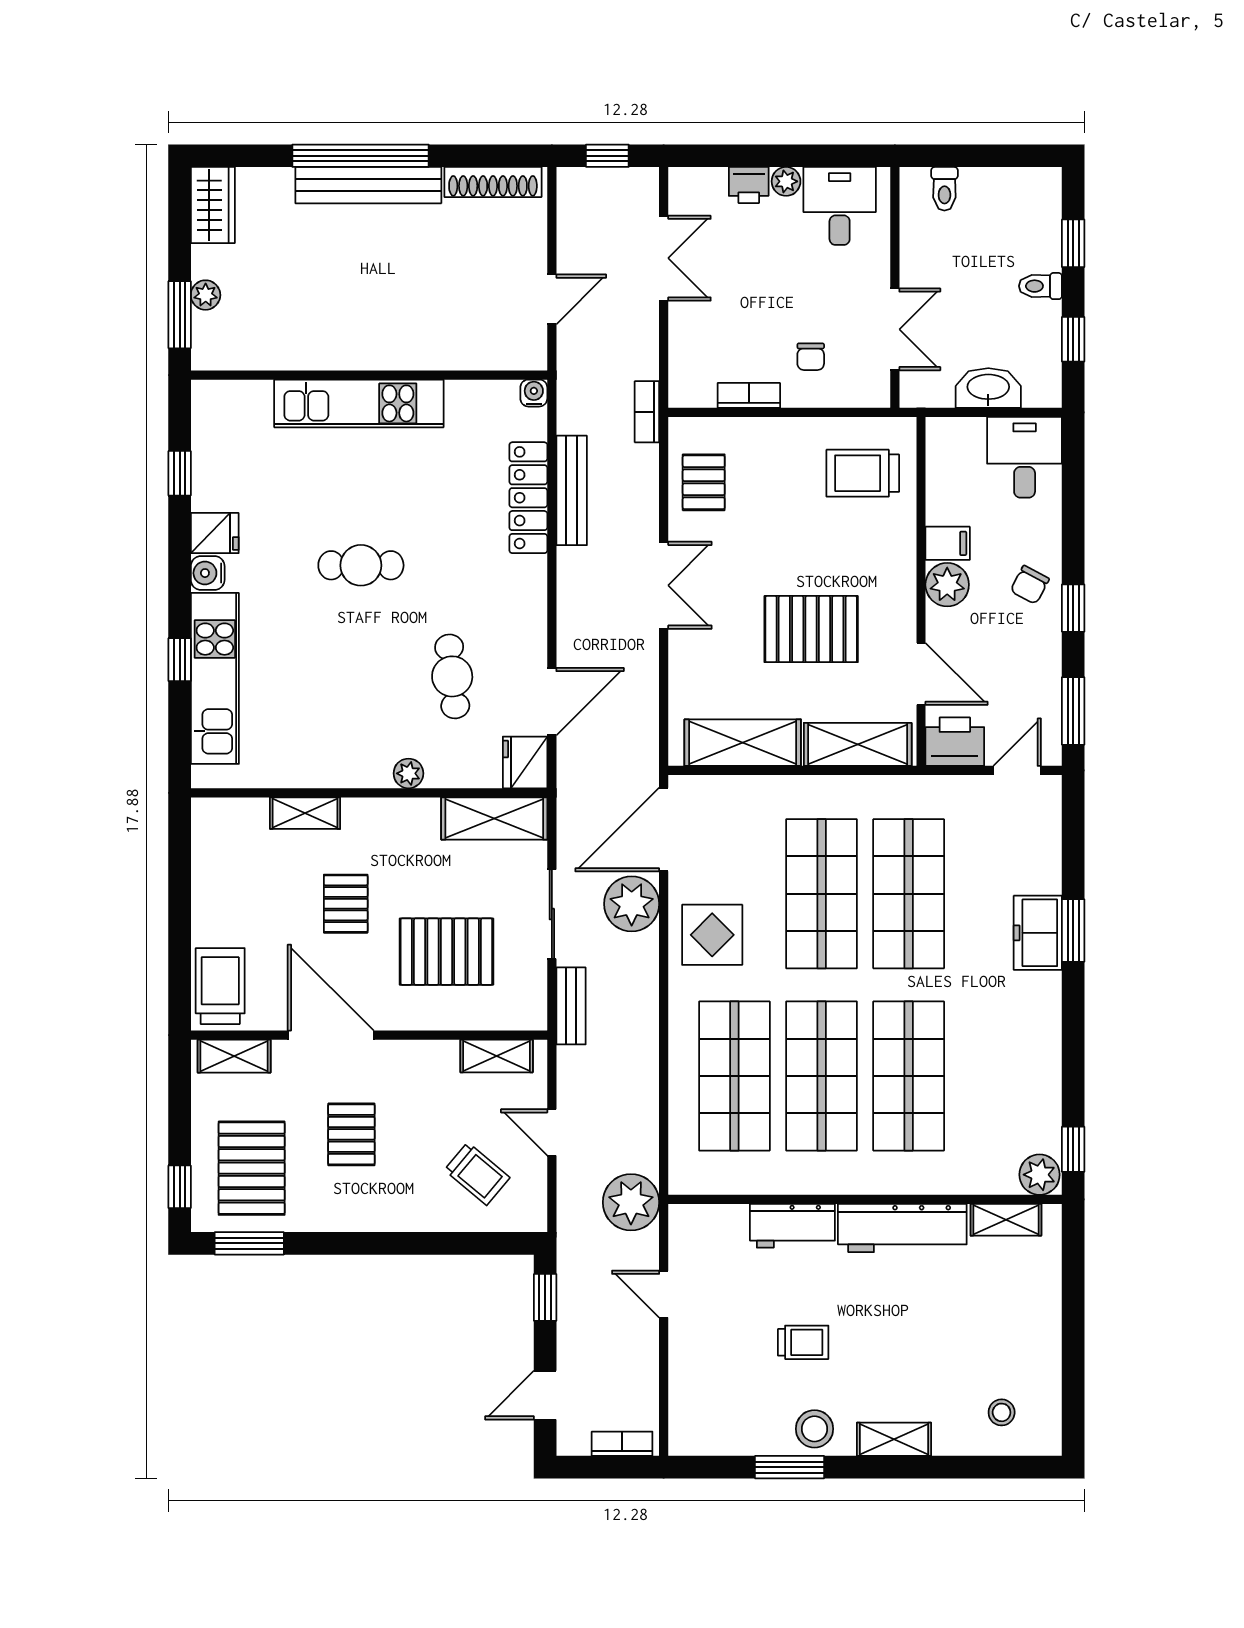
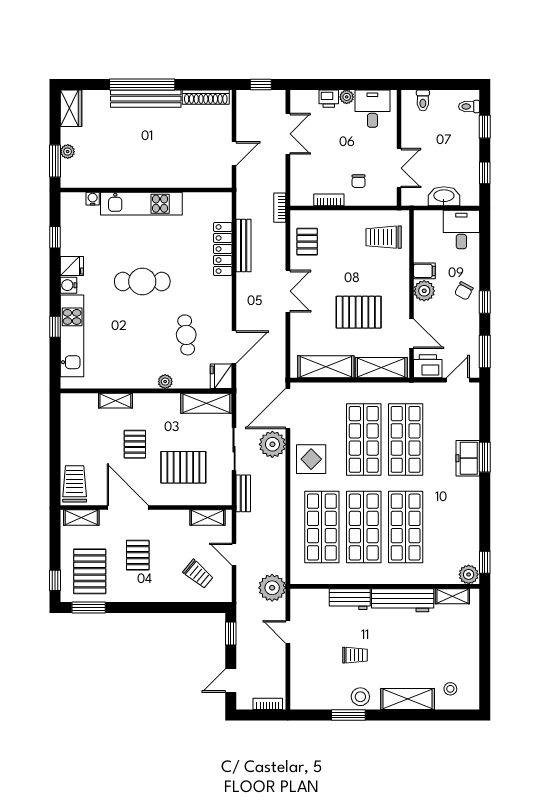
toilet: (1040, 286) -> (469, 107), moved
water cooler: (534, 393) -> (93, 199), moved
cafe table: (361, 565) -> (142, 281), width x1.37, depth x1.35
shelving: (894, 1439) -> (408, 699), width x1.50, depth x1.33

